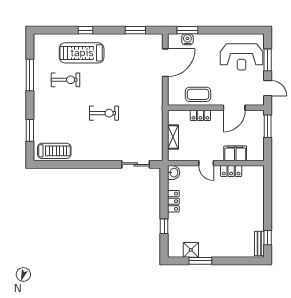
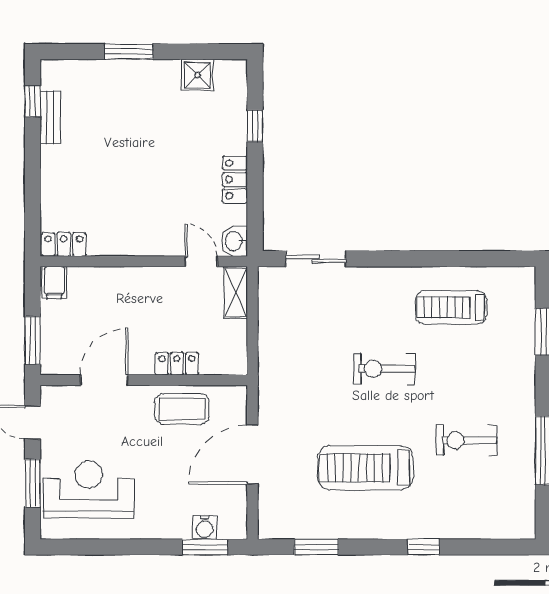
treadmill: (82, 53) -> (365, 468), moved, turned 180
door: (165, 63) -> (252, 455), moved
shelving: (173, 137) -> (236, 292), moved
treadmill: (54, 151) -> (451, 307), moved
filing cabinet: (235, 153) -> (54, 282), moved, width x0.50
door: (206, 163) -> (201, 261), moved
locker: (231, 171) -> (64, 244), moved
bench: (259, 244) -> (50, 117), moved
window: (200, 261) -> (129, 52), moved

